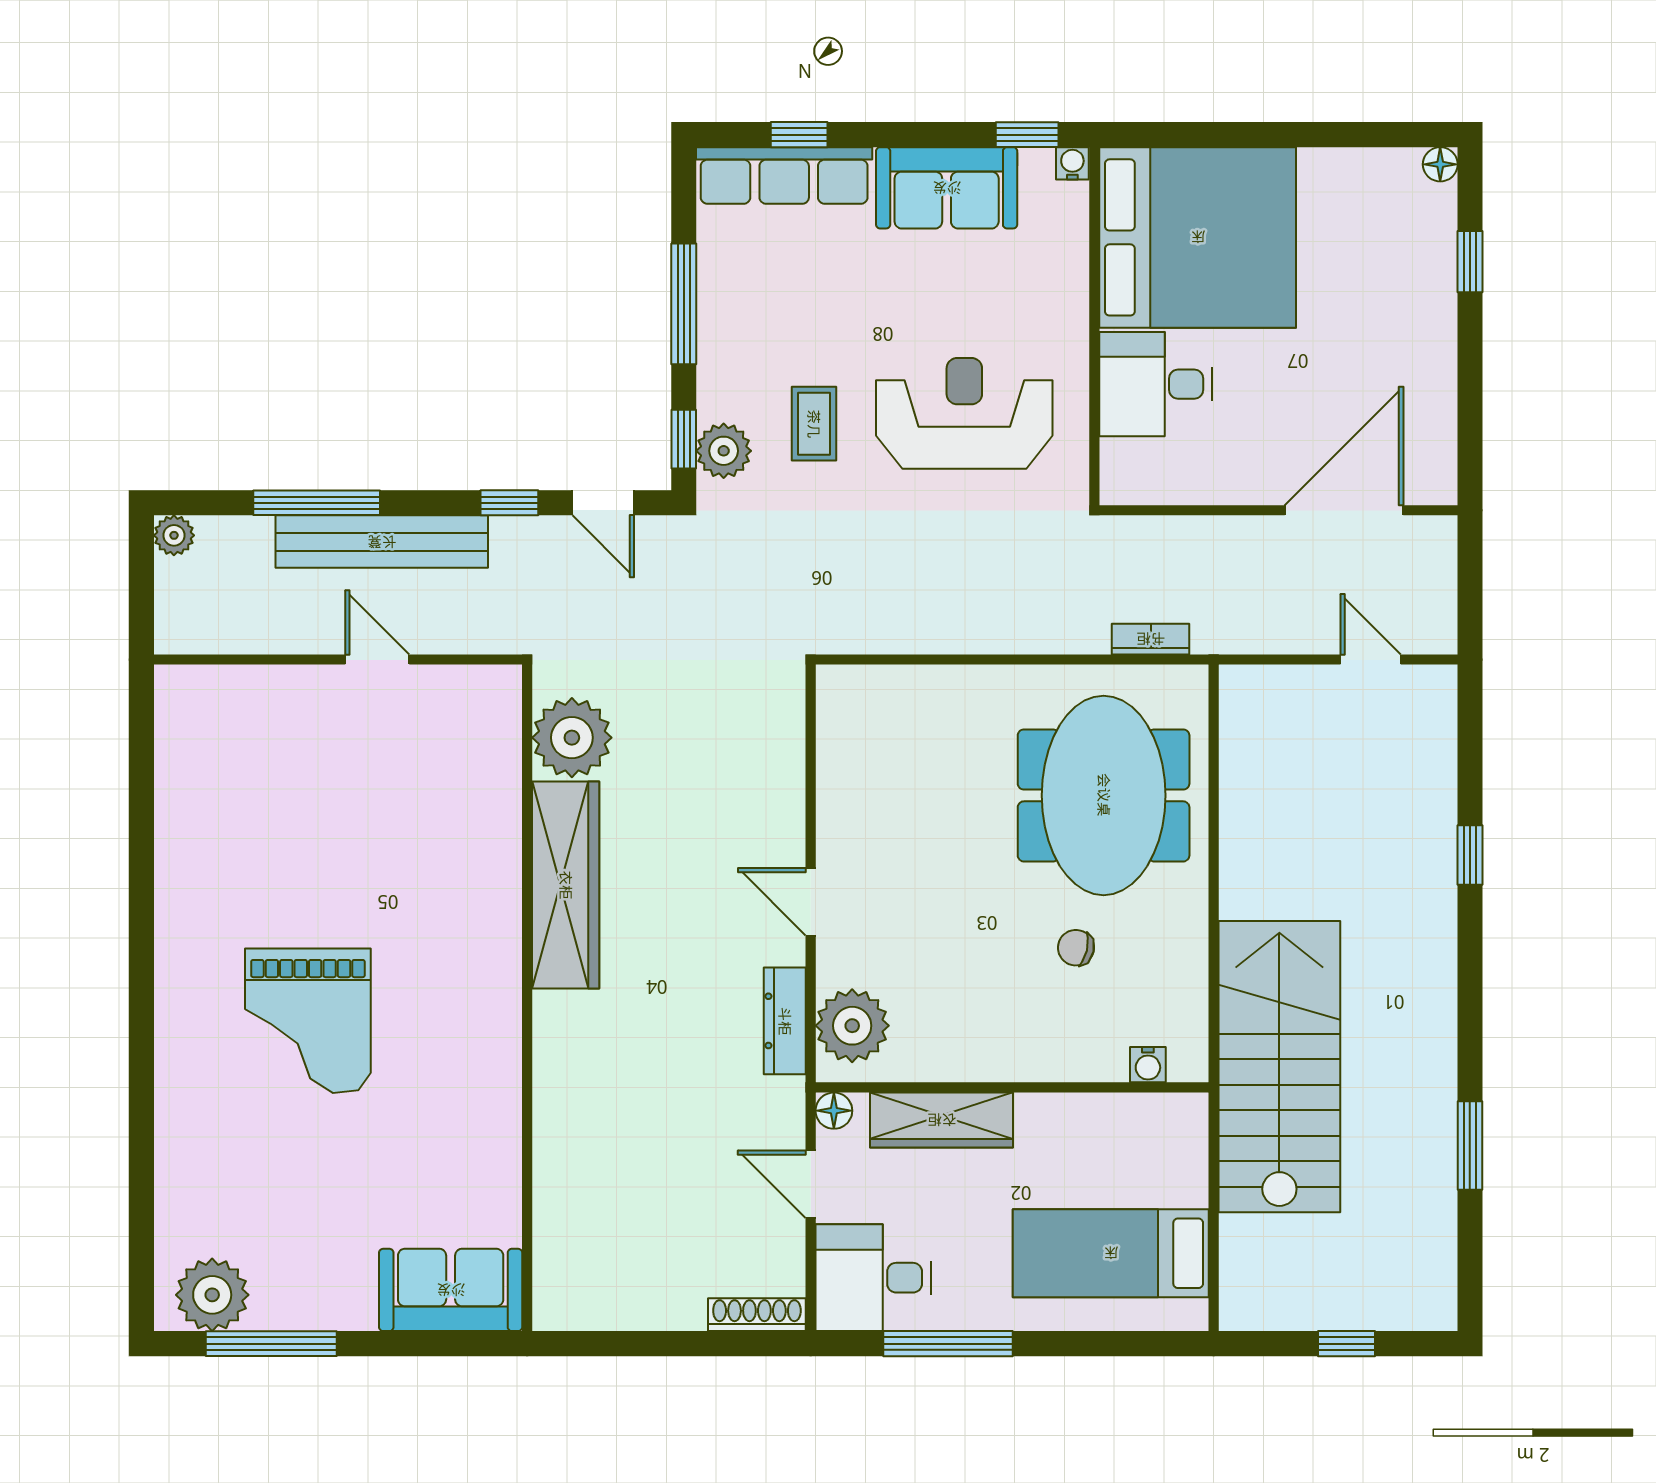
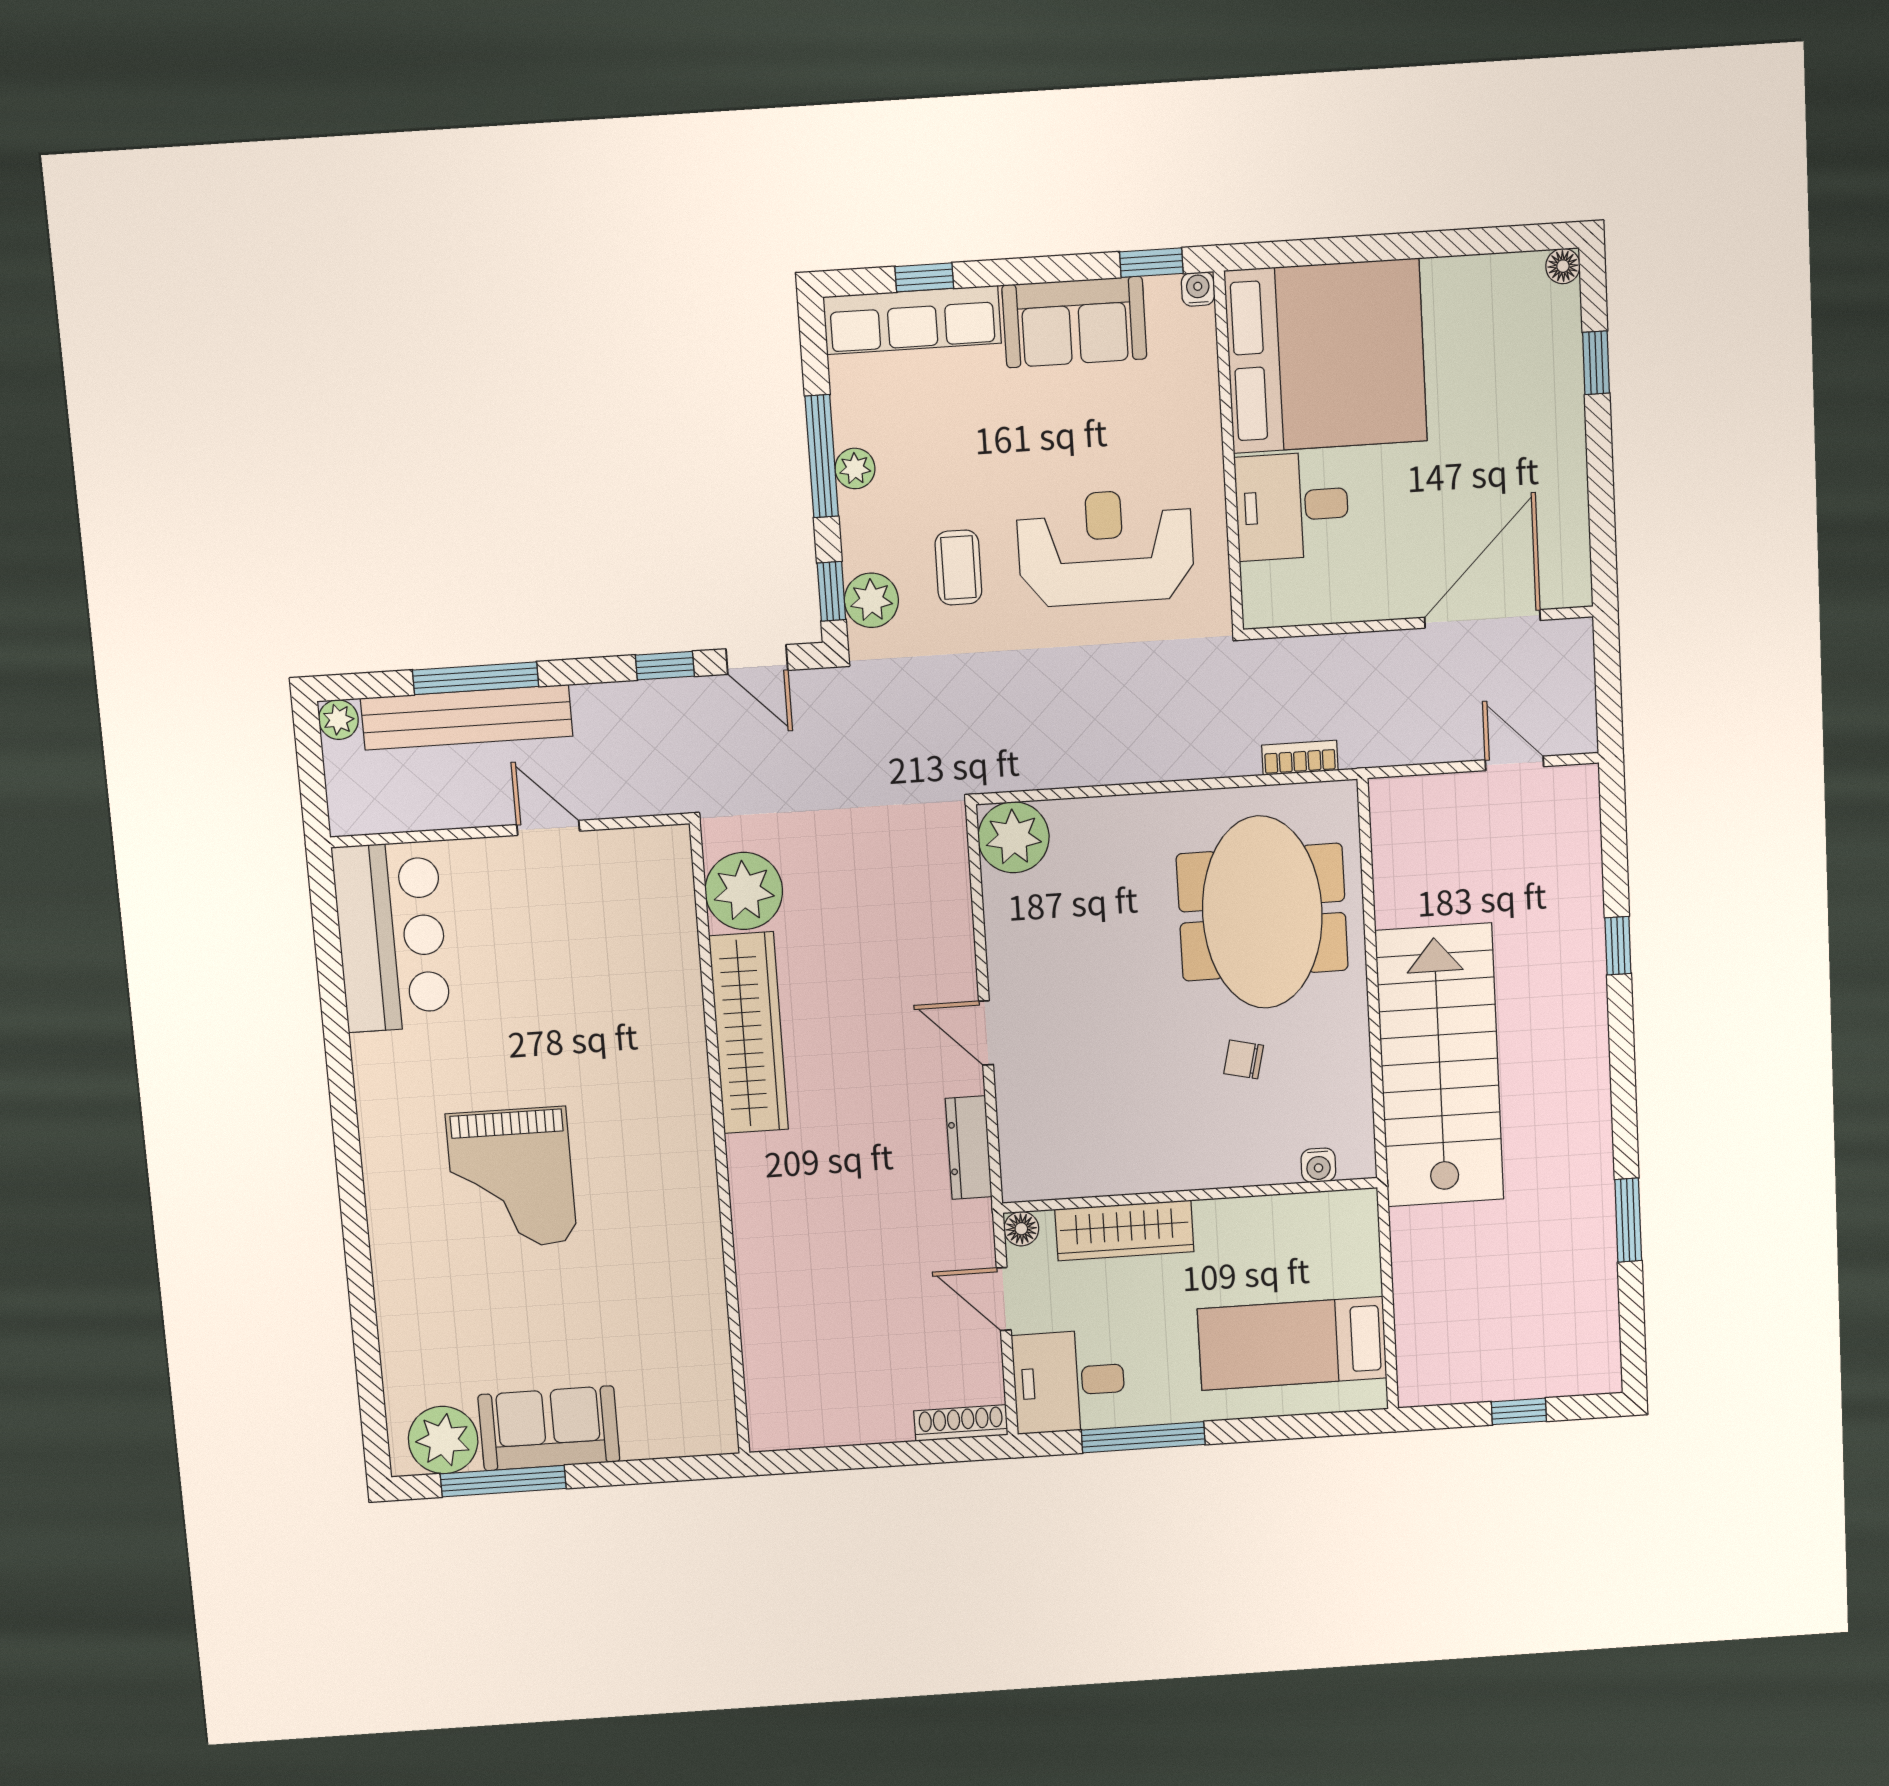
plant: (716, 318) -> (855, 468), added
bench: (382, 542) -> (467, 717), moved
bar counter: (207, 761) -> (392, 937), added
plant: (852, 1026) -> (1014, 837), moved
stairs: (1279, 1067) -> (1440, 1065), moved
sofa: (451, 1290) -> (549, 1428), moved

